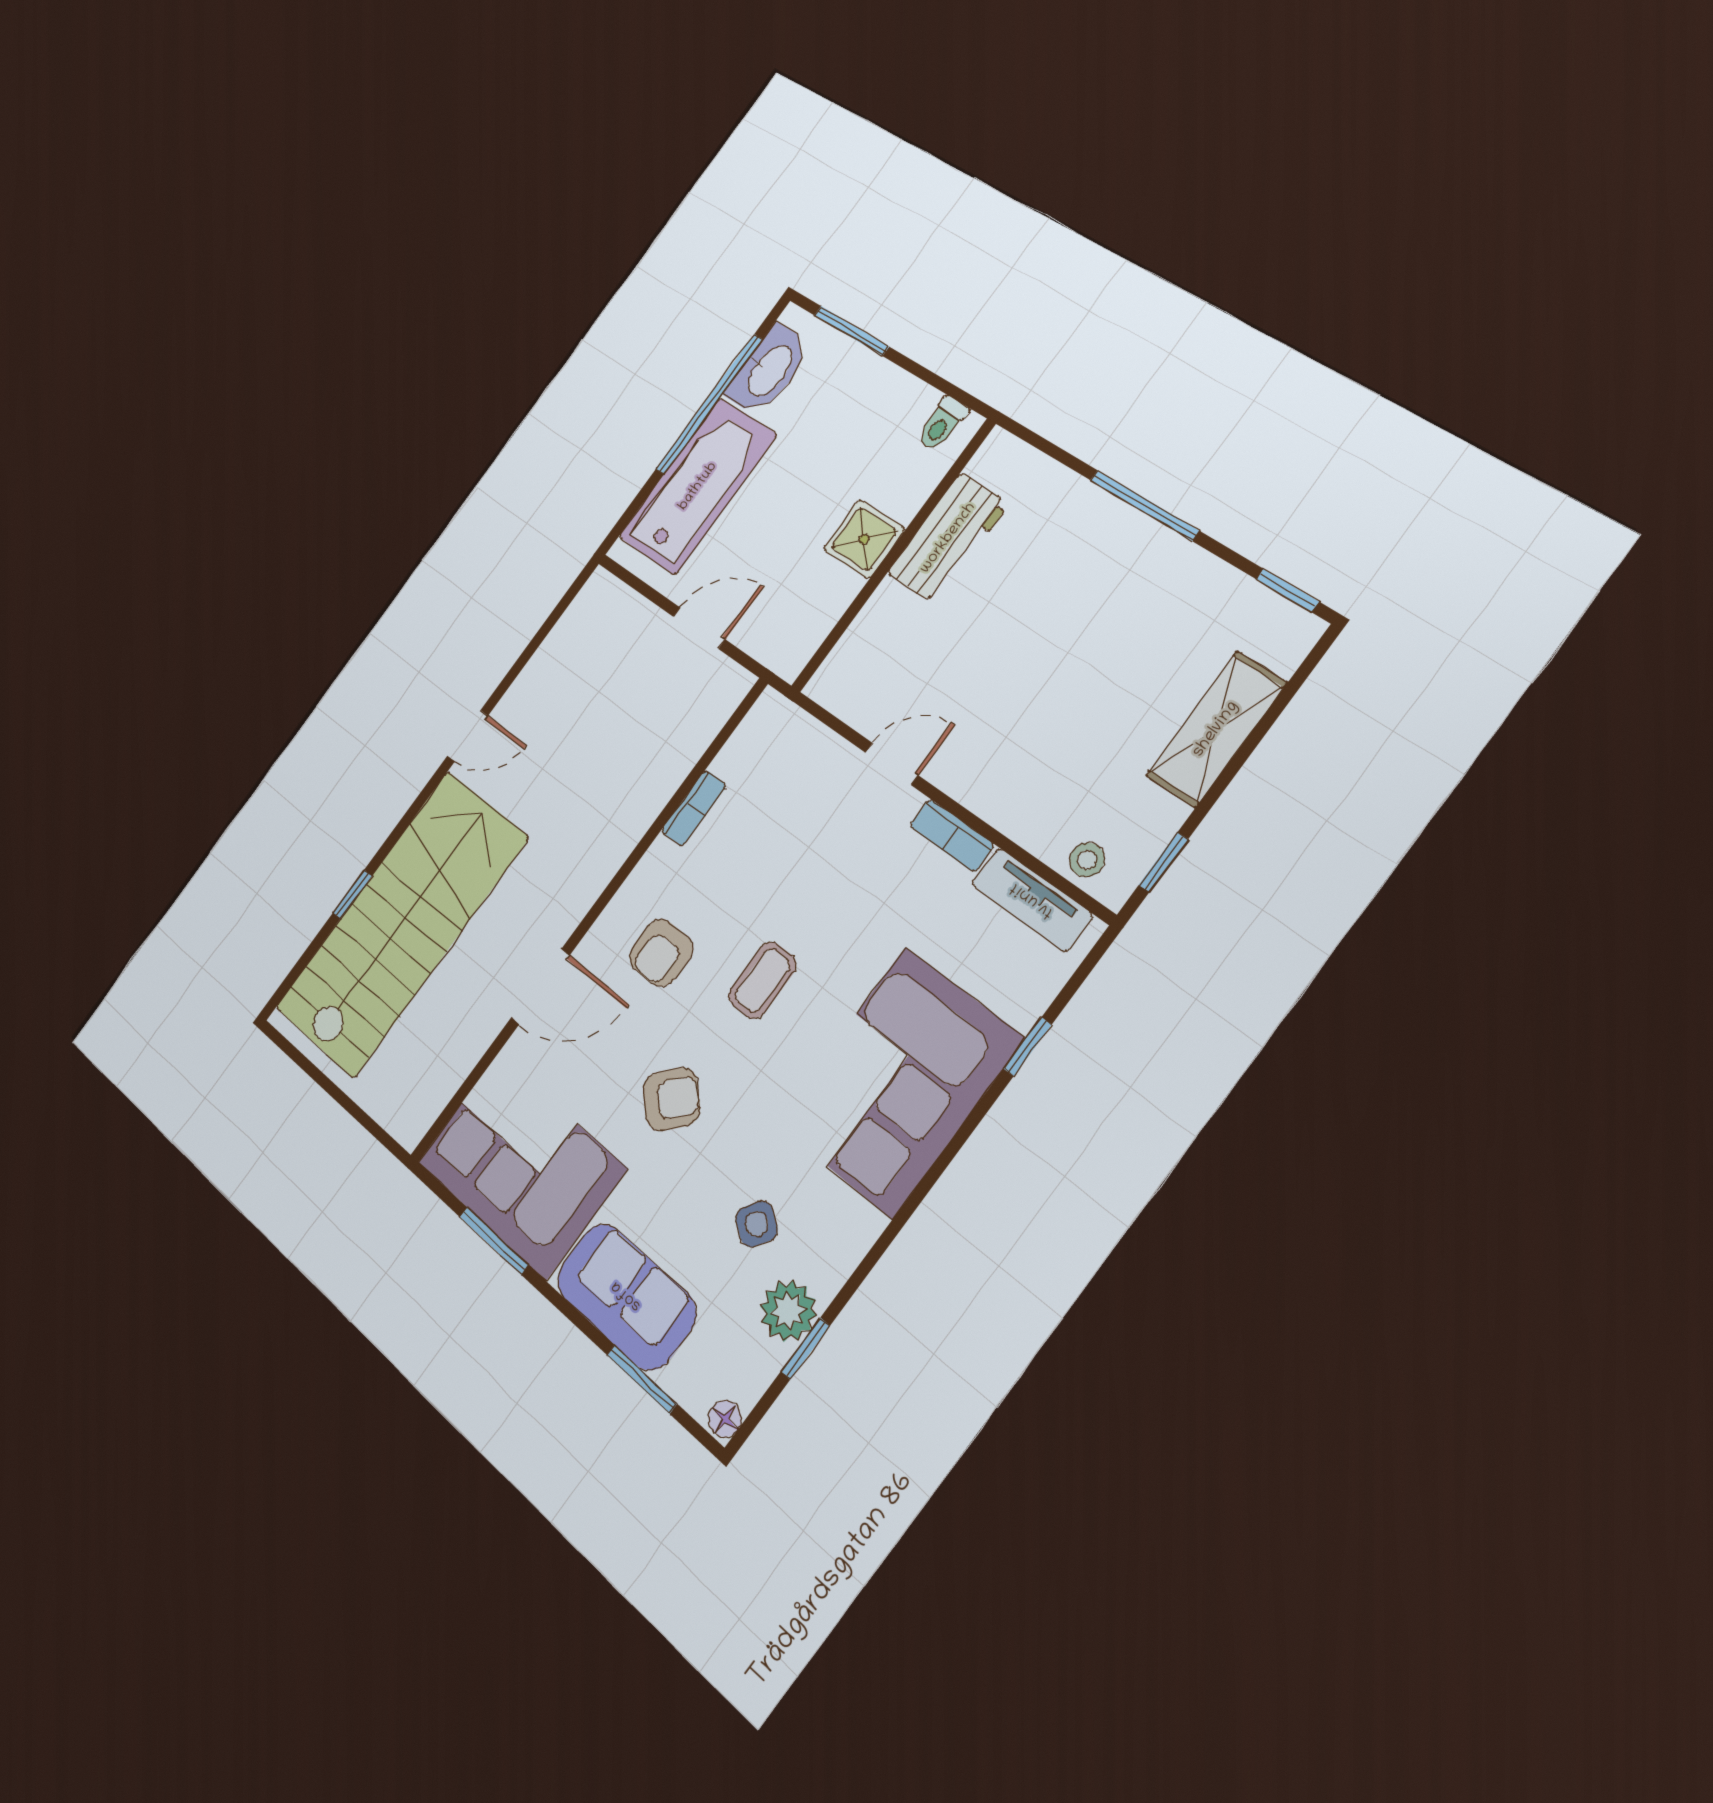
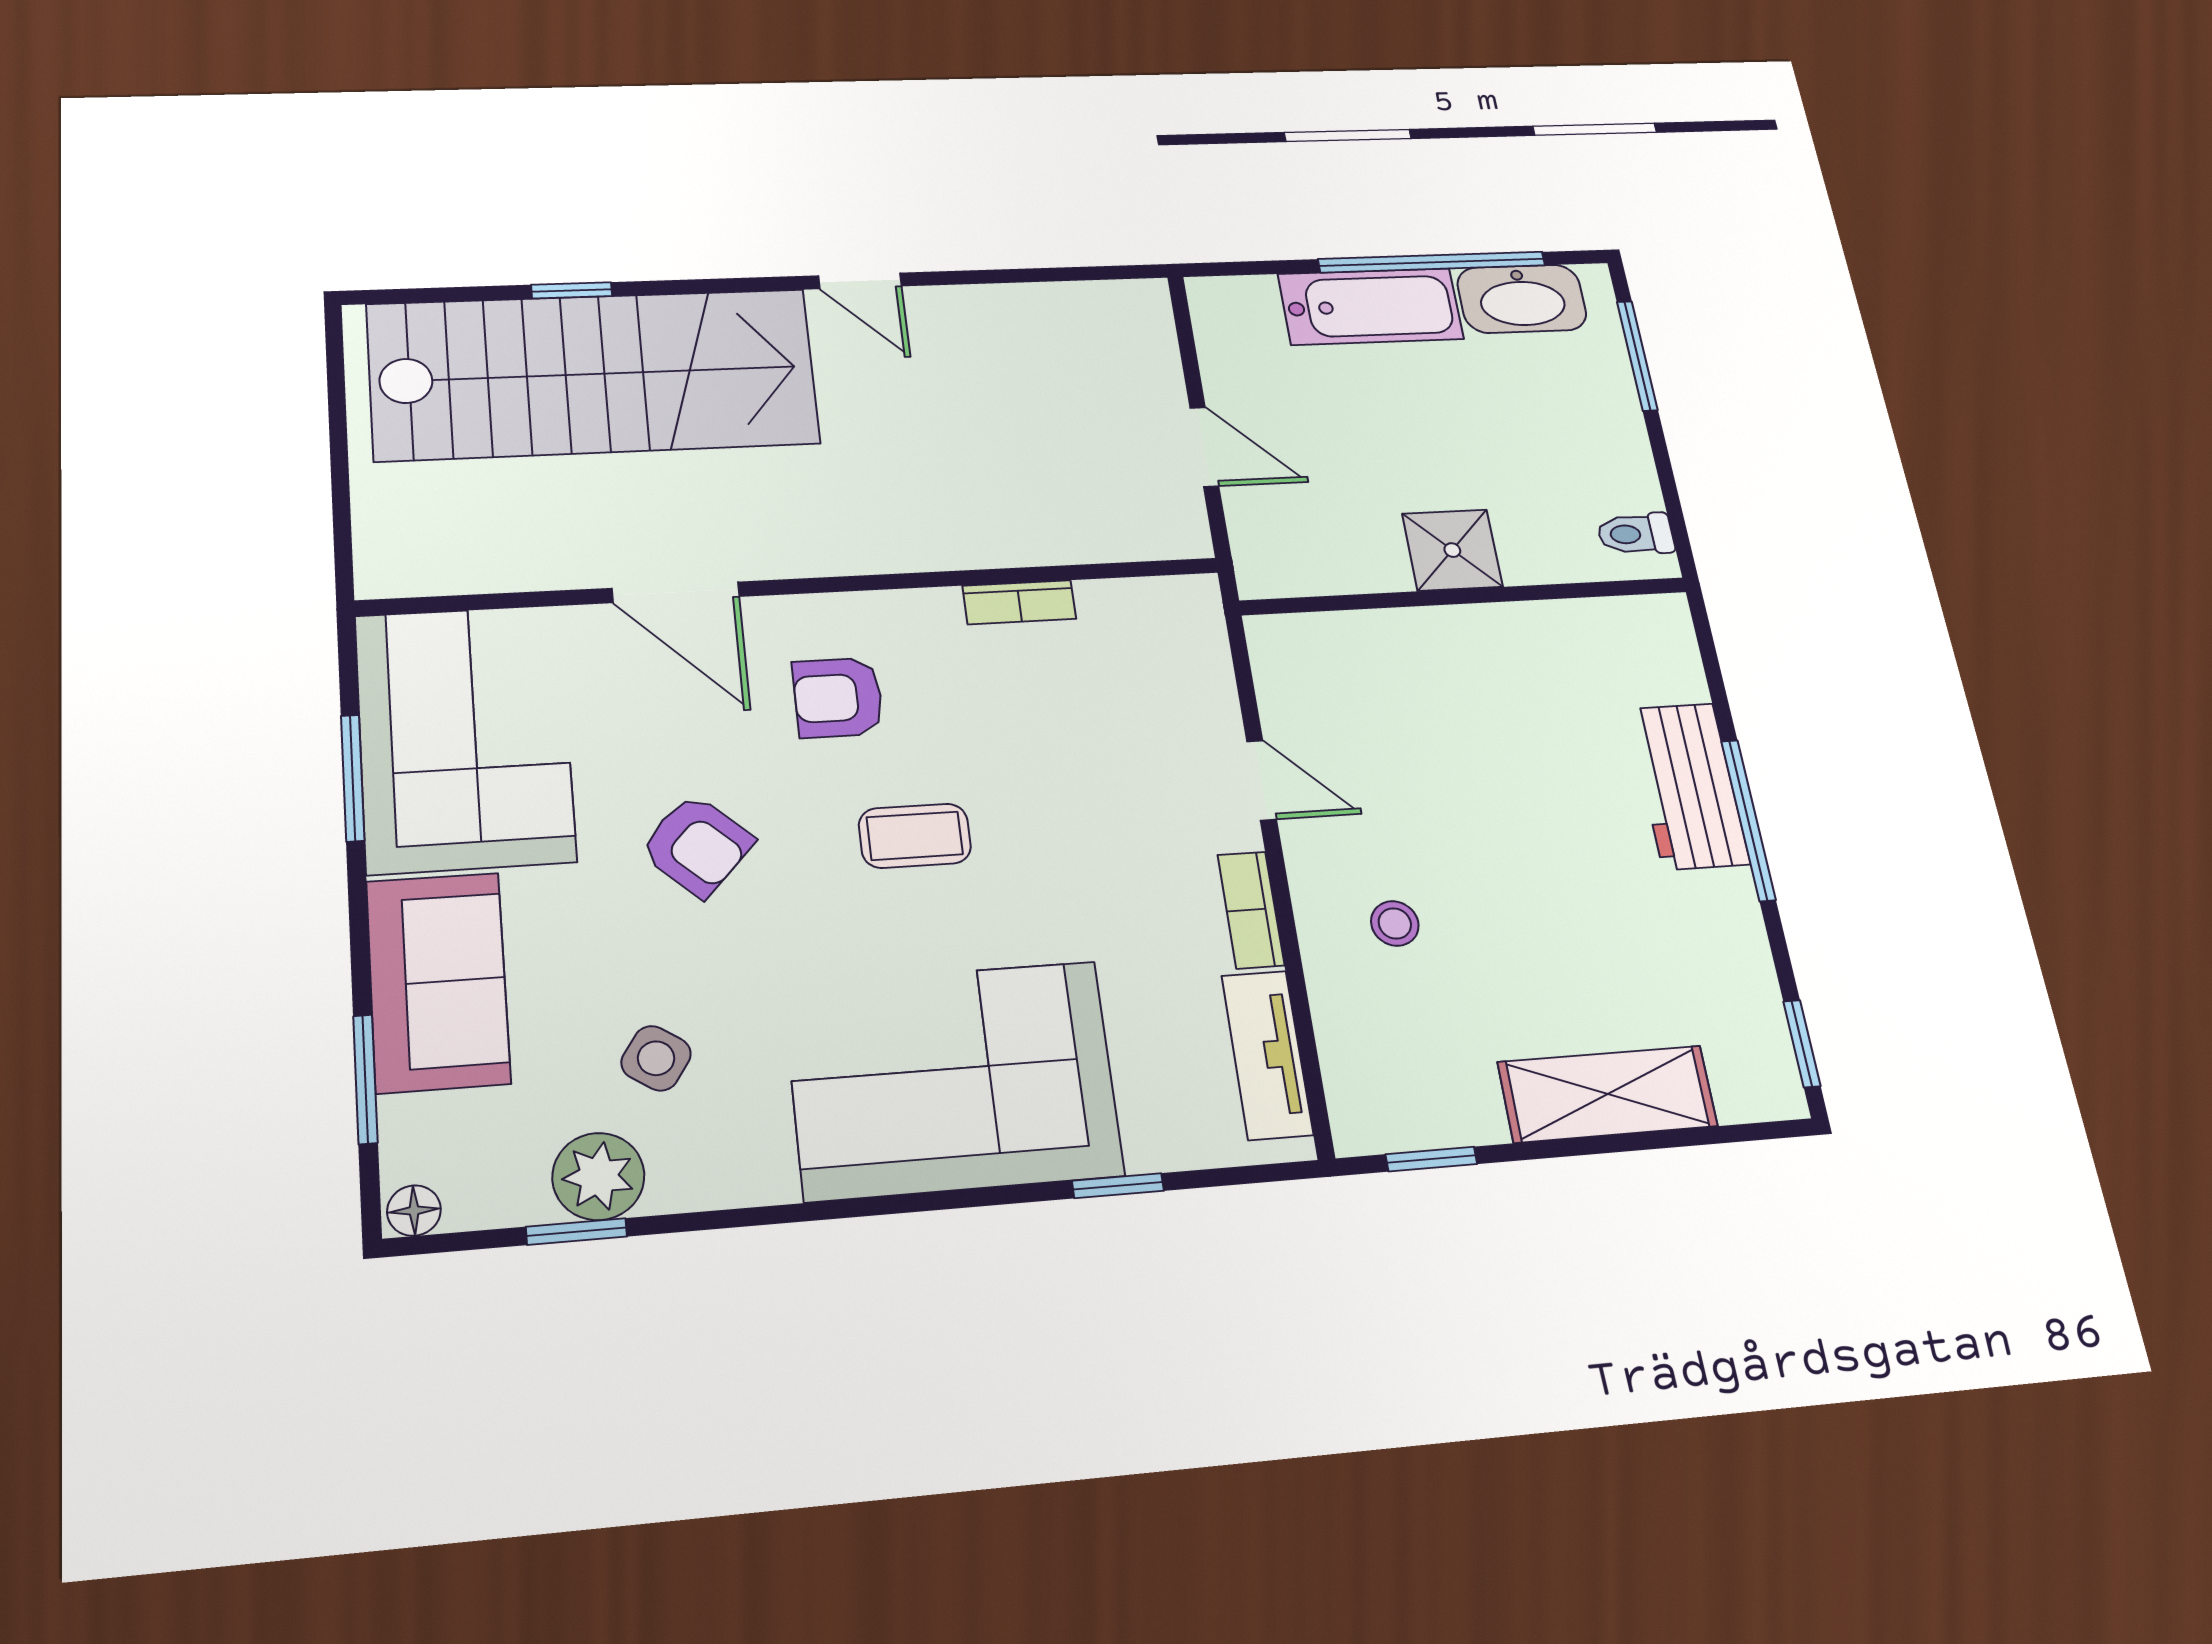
bathtub: (698, 486) -> (1371, 307), width x0.73, depth x0.73
workbench: (948, 538) -> (1688, 786), moved, turned 90
stool: (1087, 860) -> (1395, 923), moved

